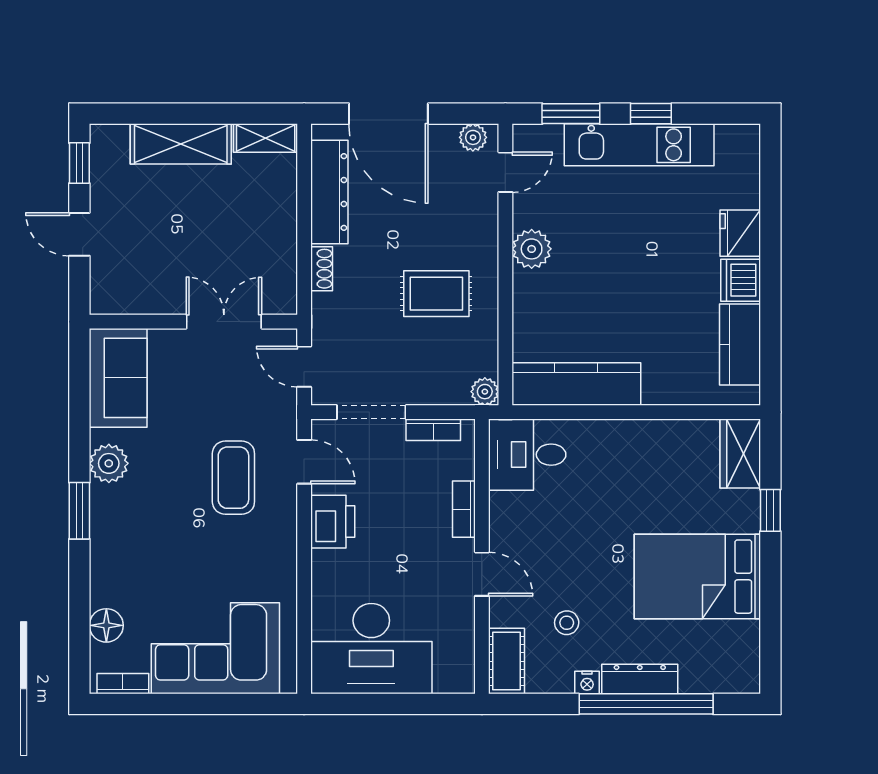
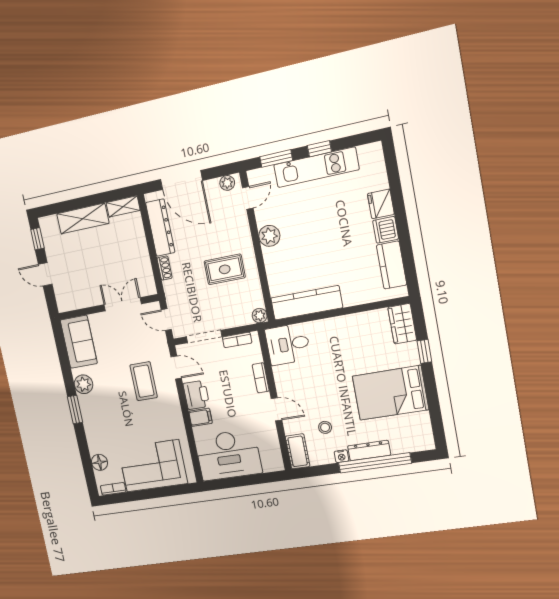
filing cabinet: (332, 566) -> (200, 417), added

